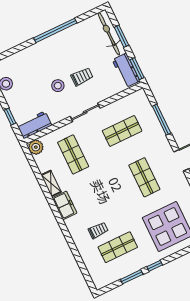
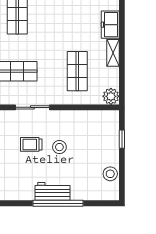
window: (55, 30) -> (58, 203), moved
sliding door: (85, 112) -> (32, 107), moved
workbench: (34, 125) -> (52, 191), moved, turned 180

